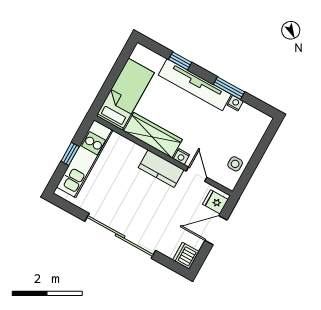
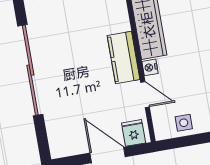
door: (196, 174) -> (145, 95), hinge flipped
dishwasher: (186, 256) -> (61, 146), removed

